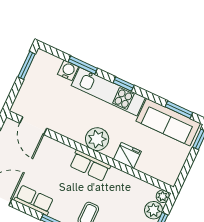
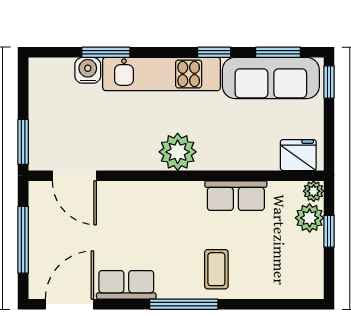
window: (27, 65) -> (23, 142), moved
window: (124, 84) -> (214, 52), moved
fridge: (127, 155) -> (298, 155), moved
row of seats: (90, 166) -> (236, 196), moved

